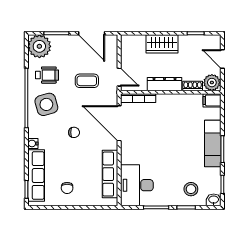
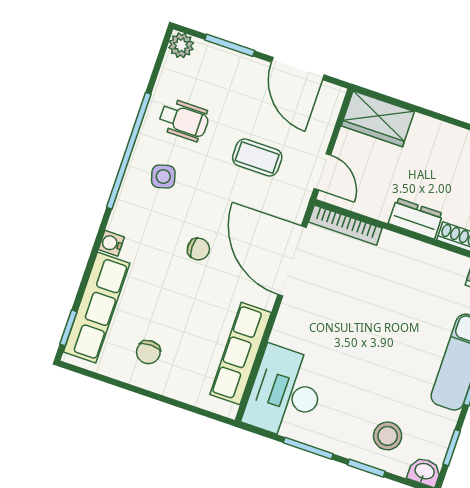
wardrobe: (162, 44) -> (378, 119), moved
plant: (39, 46) -> (181, 45), width x0.53, depth x0.53
dresser: (164, 84) -> (416, 218), width x0.70
side table: (46, 104) -> (163, 177), width x0.54, depth x0.54

